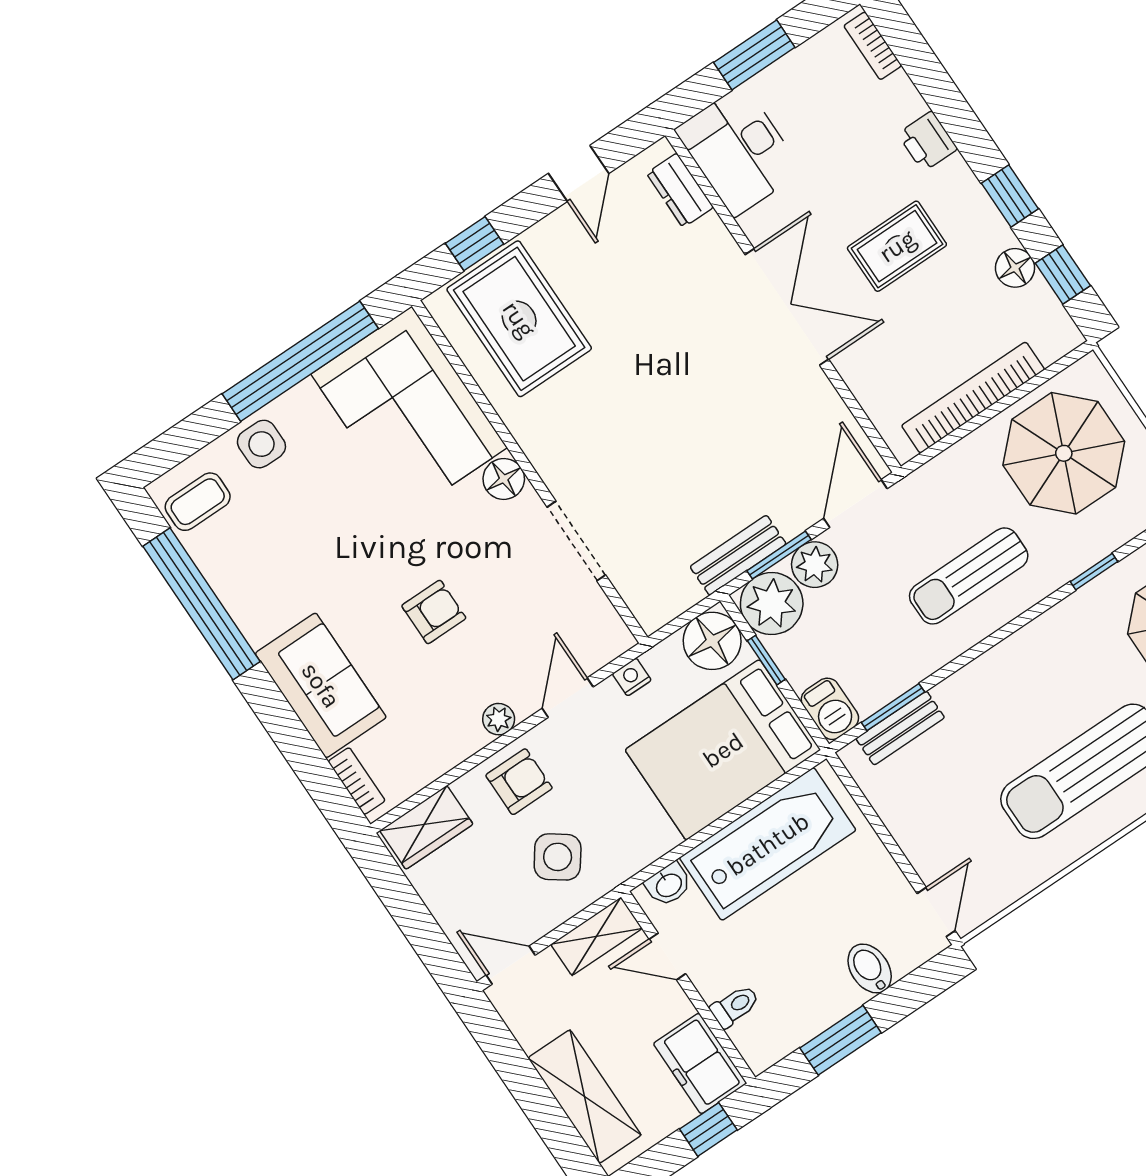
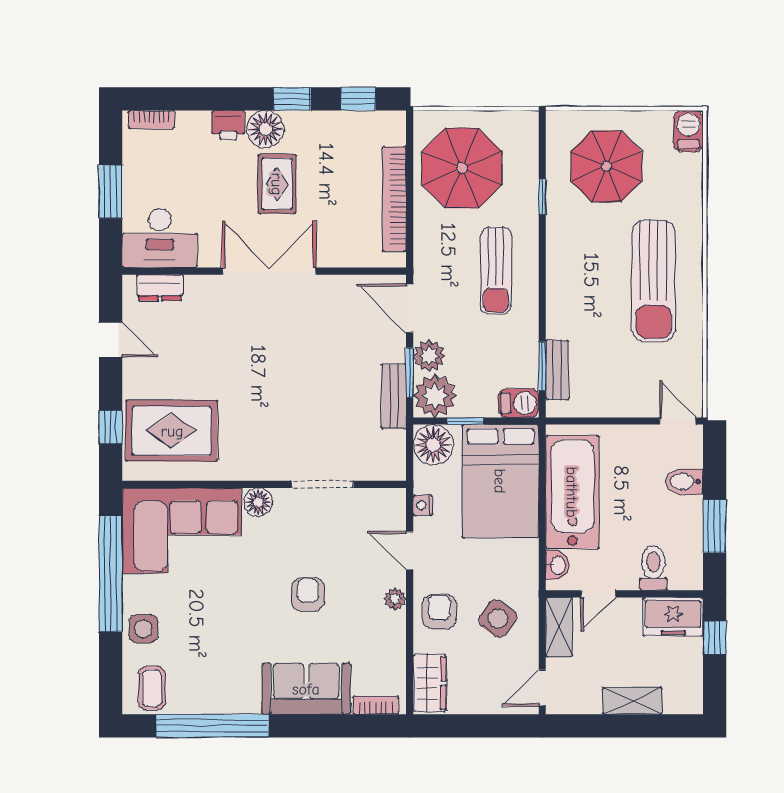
floor lamp: (1015, 268) -> (265, 129), moved, width x1.38, depth x1.38
toilet: (735, 1006) -> (653, 568), width x1.37, depth x1.39
shelving: (585, 1097) -> (632, 701), width x0.67, depth x0.75

